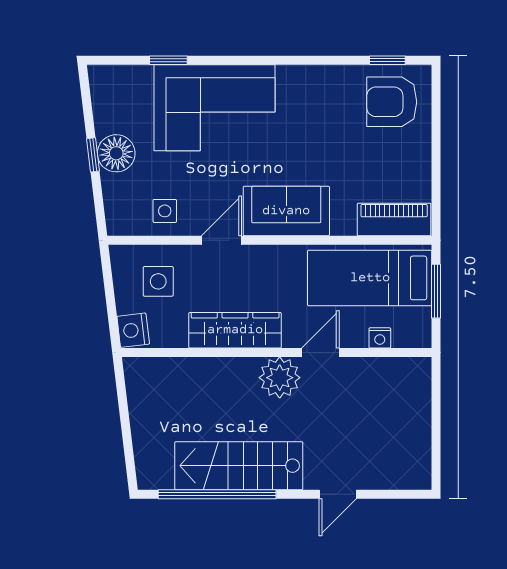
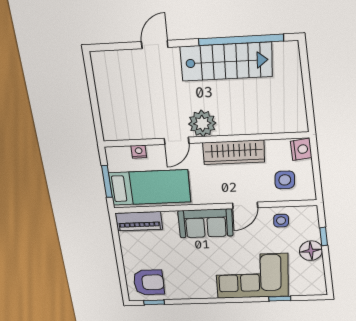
window: (93, 155) -> (324, 236), moved

